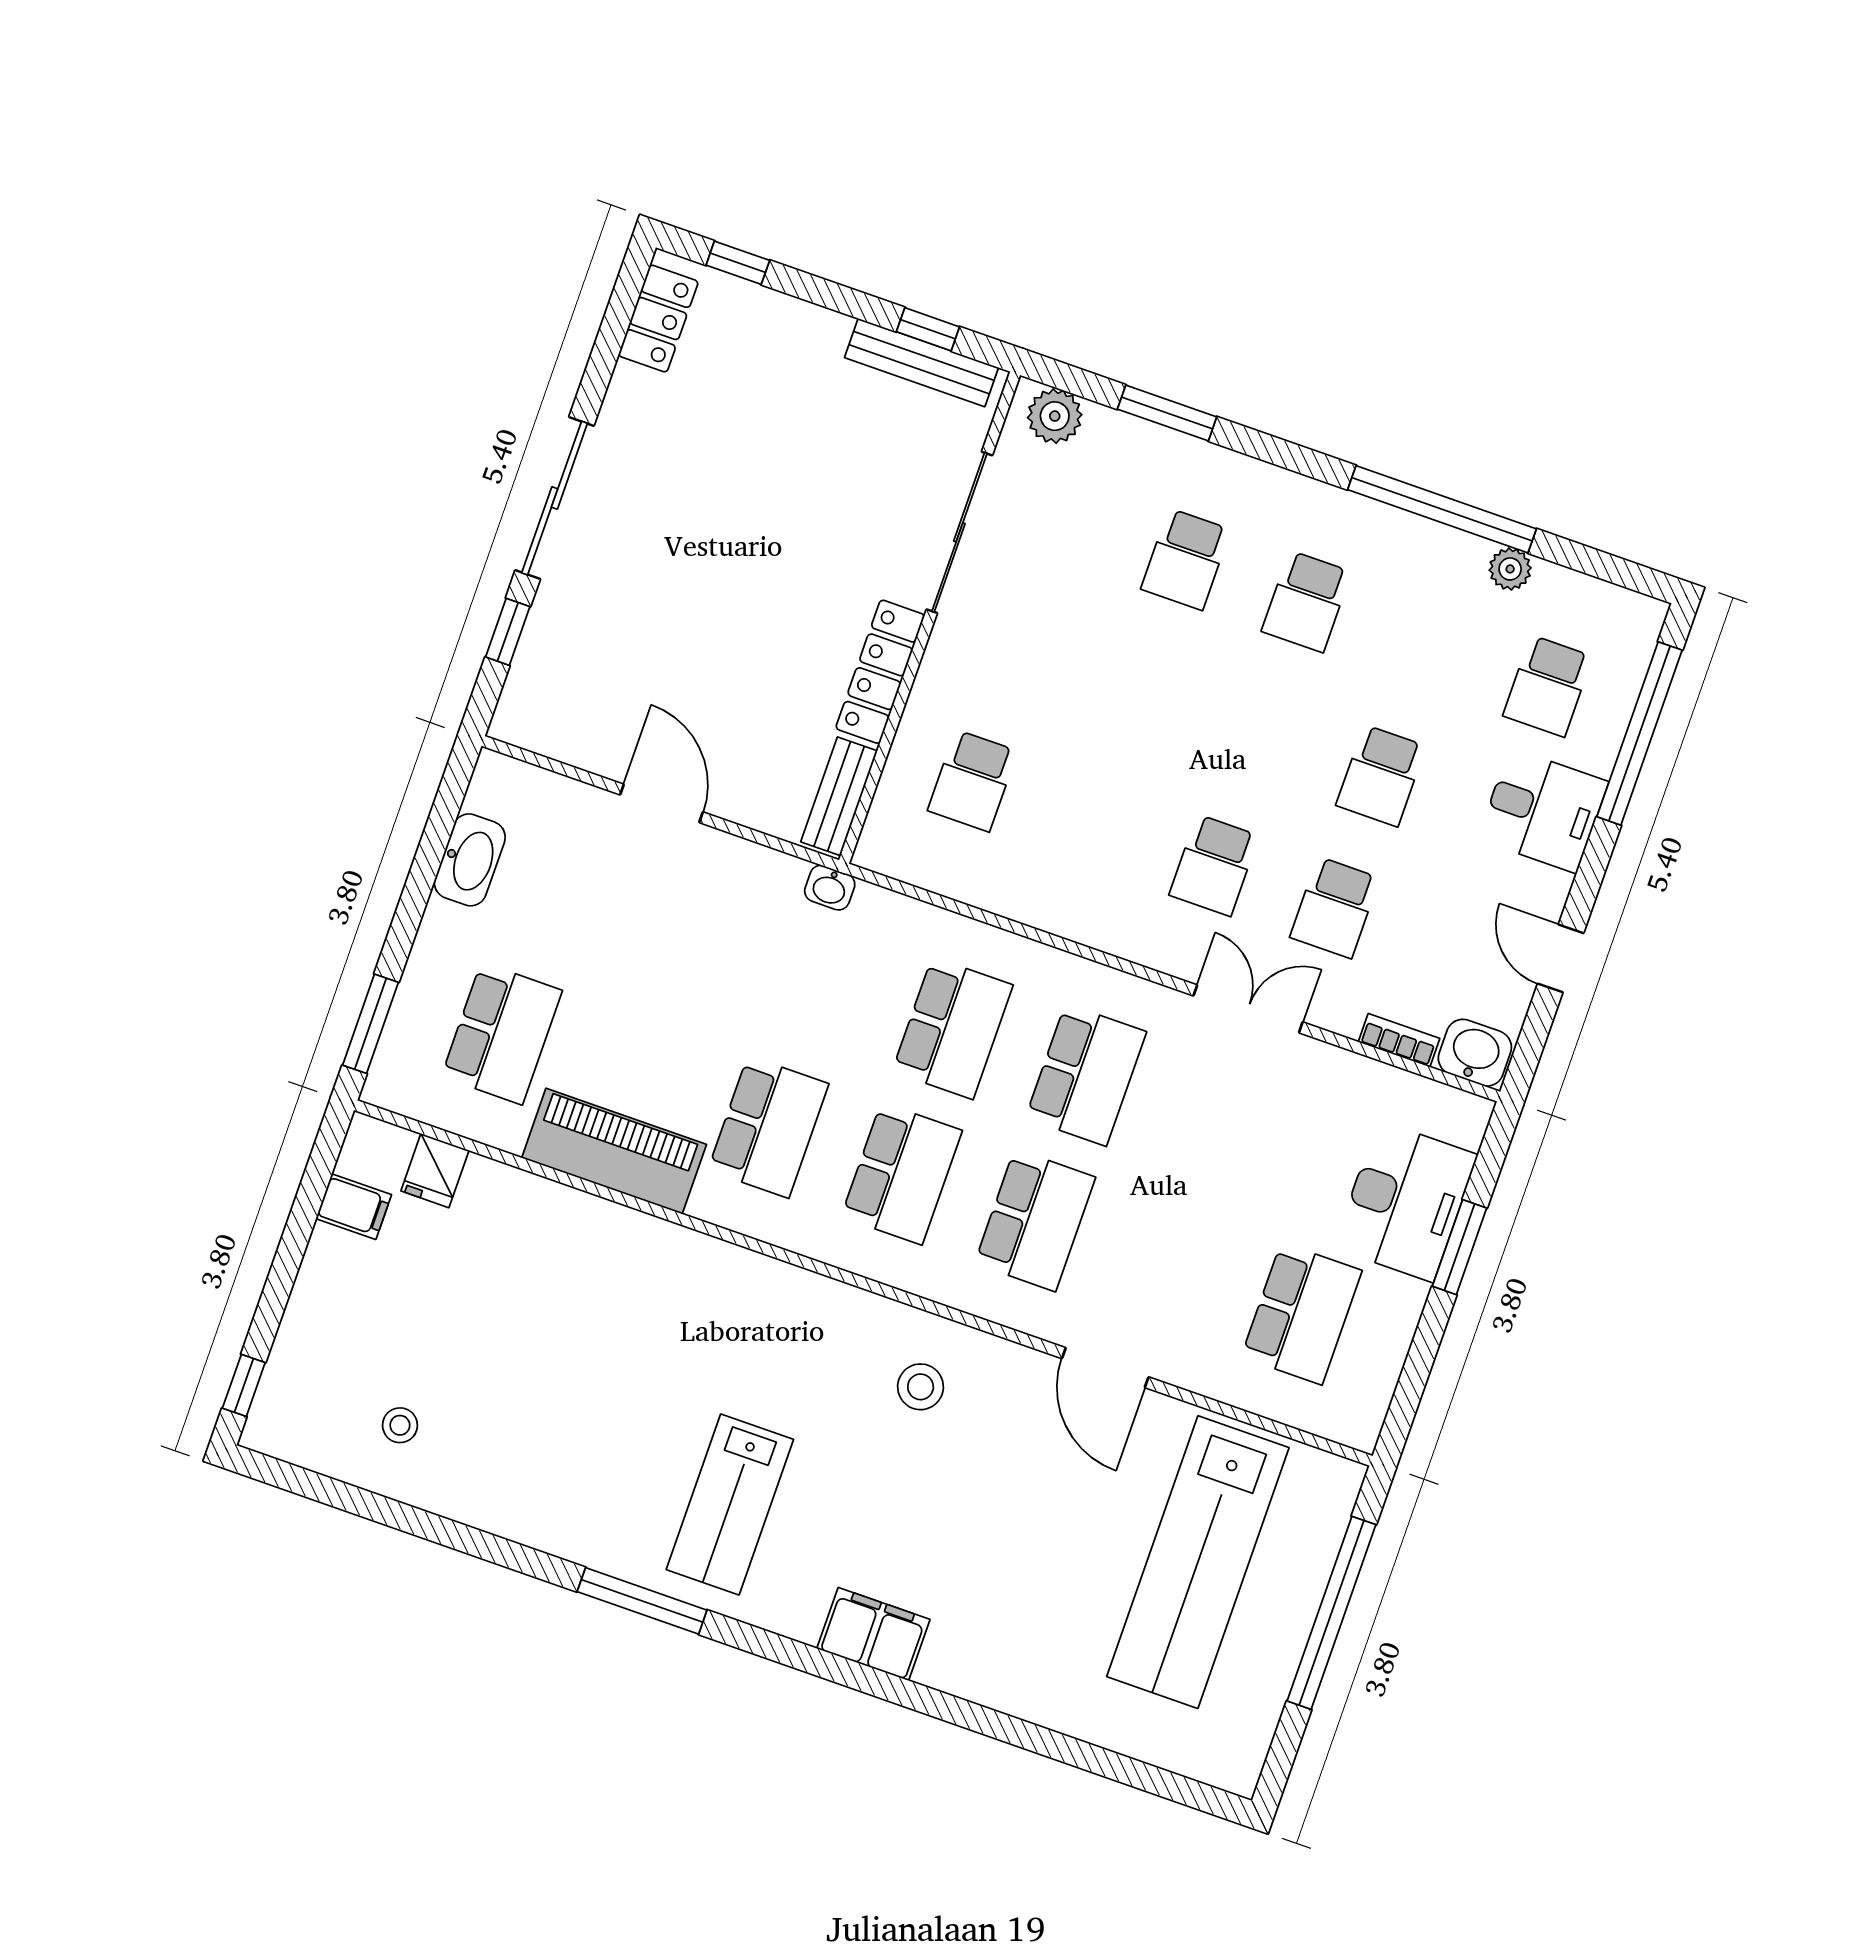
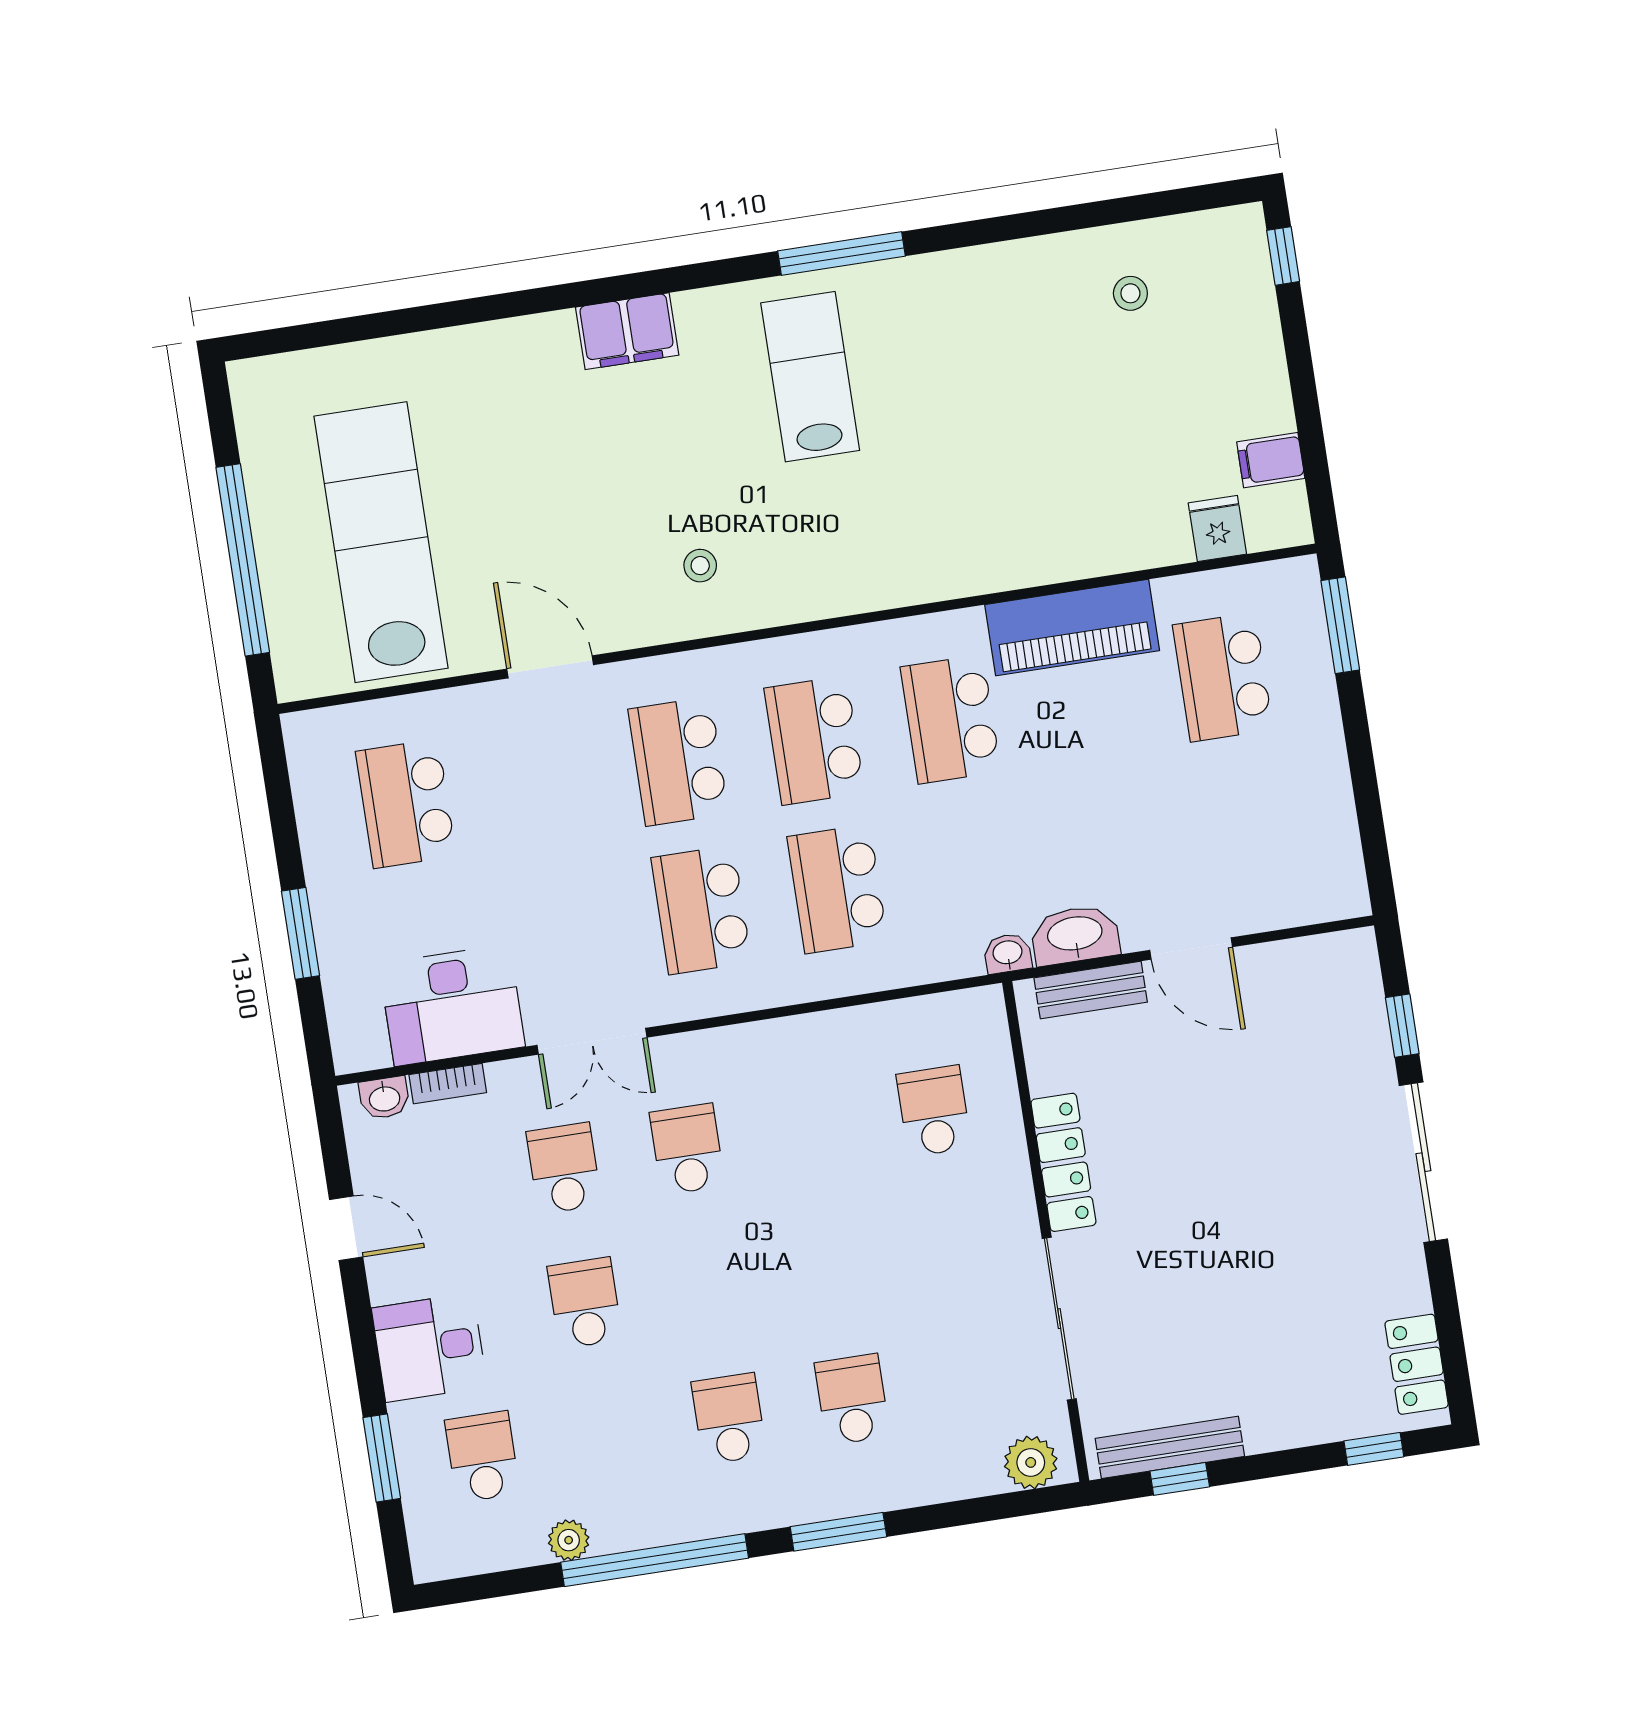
window: (1167, 413) -> (838, 1532), moved
window: (1639, 733) -> (382, 1458), width x0.47
bench: (839, 796) -> (1091, 990), moved, turned 90
washbasin: (470, 860) -> (1075, 935), moved, turned 90
washbasin: (1475, 1053) -> (384, 1098), width x0.72, depth x0.69
desk: (1406, 1201) -> (452, 1005), moved, turned -90
stool: (921, 1387) -> (700, 566), width x0.73, depth x0.73

